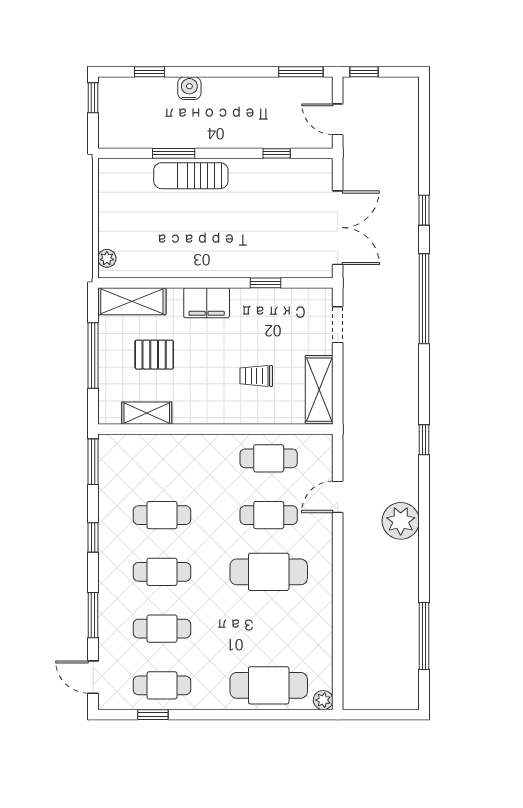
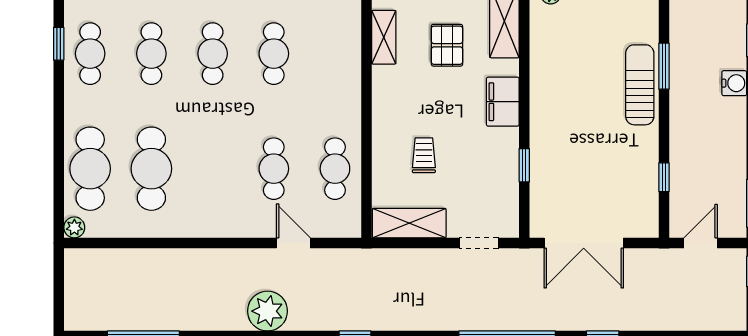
cafe table: (269, 572) -> (151, 169), moved

